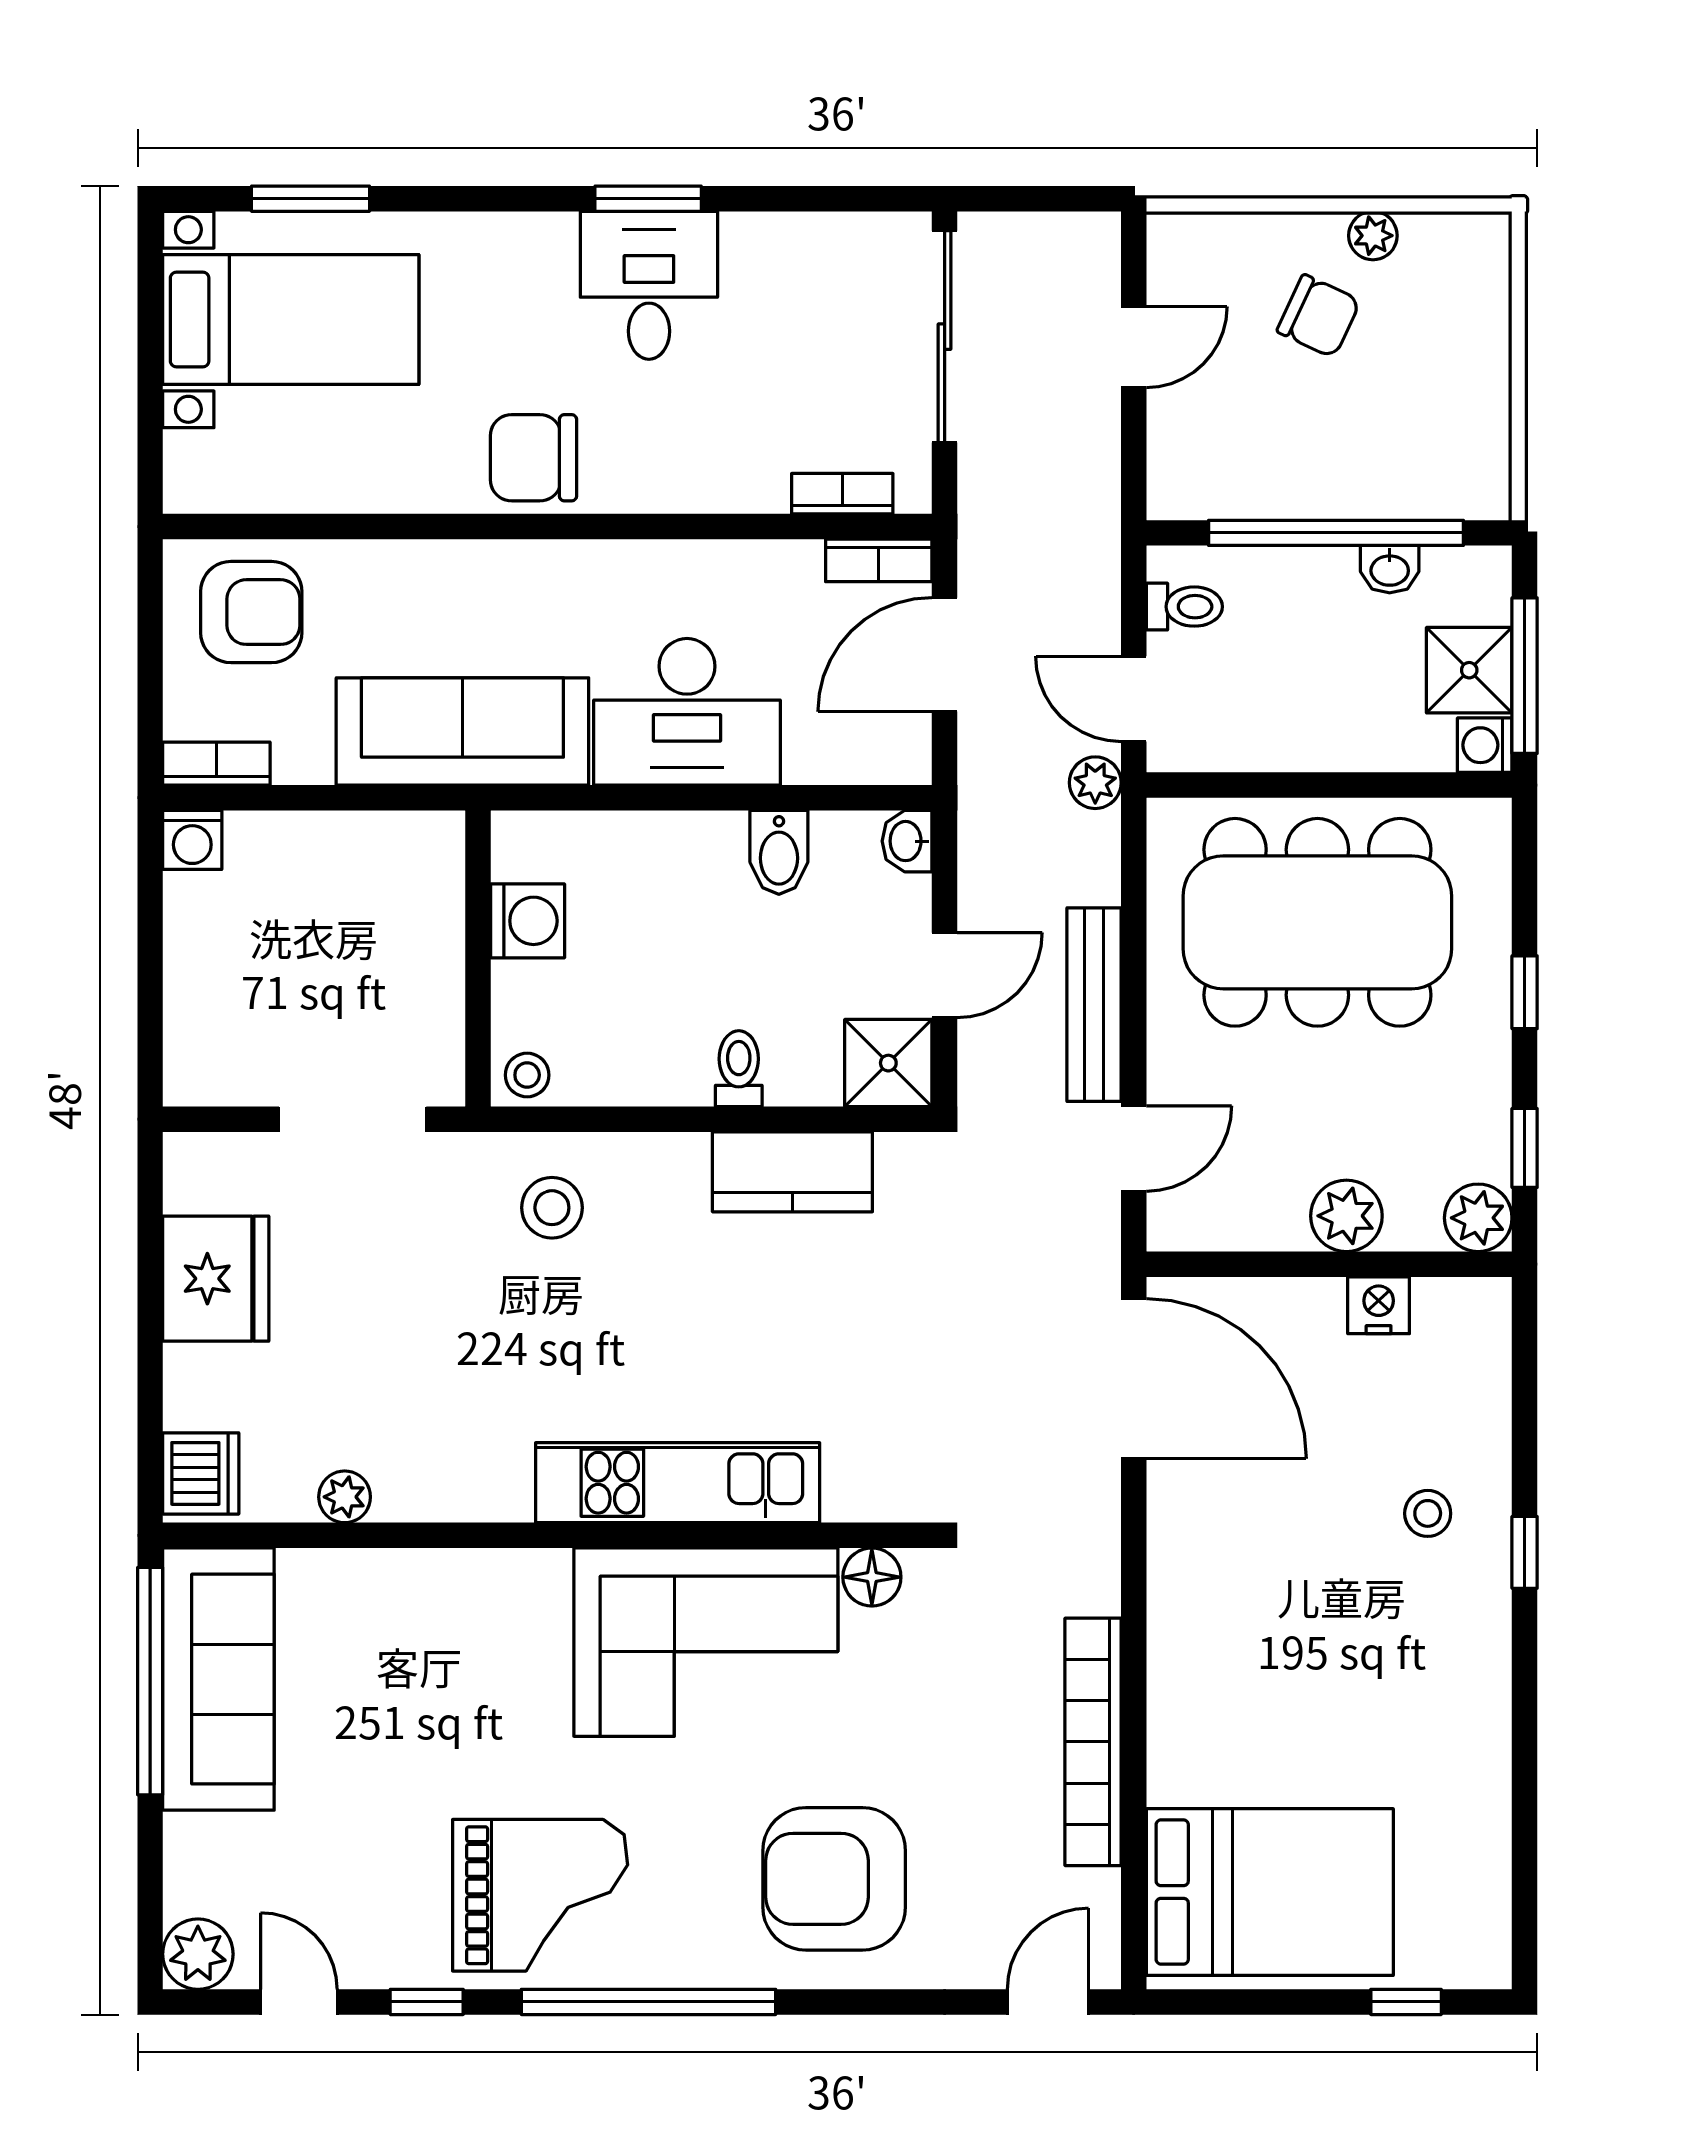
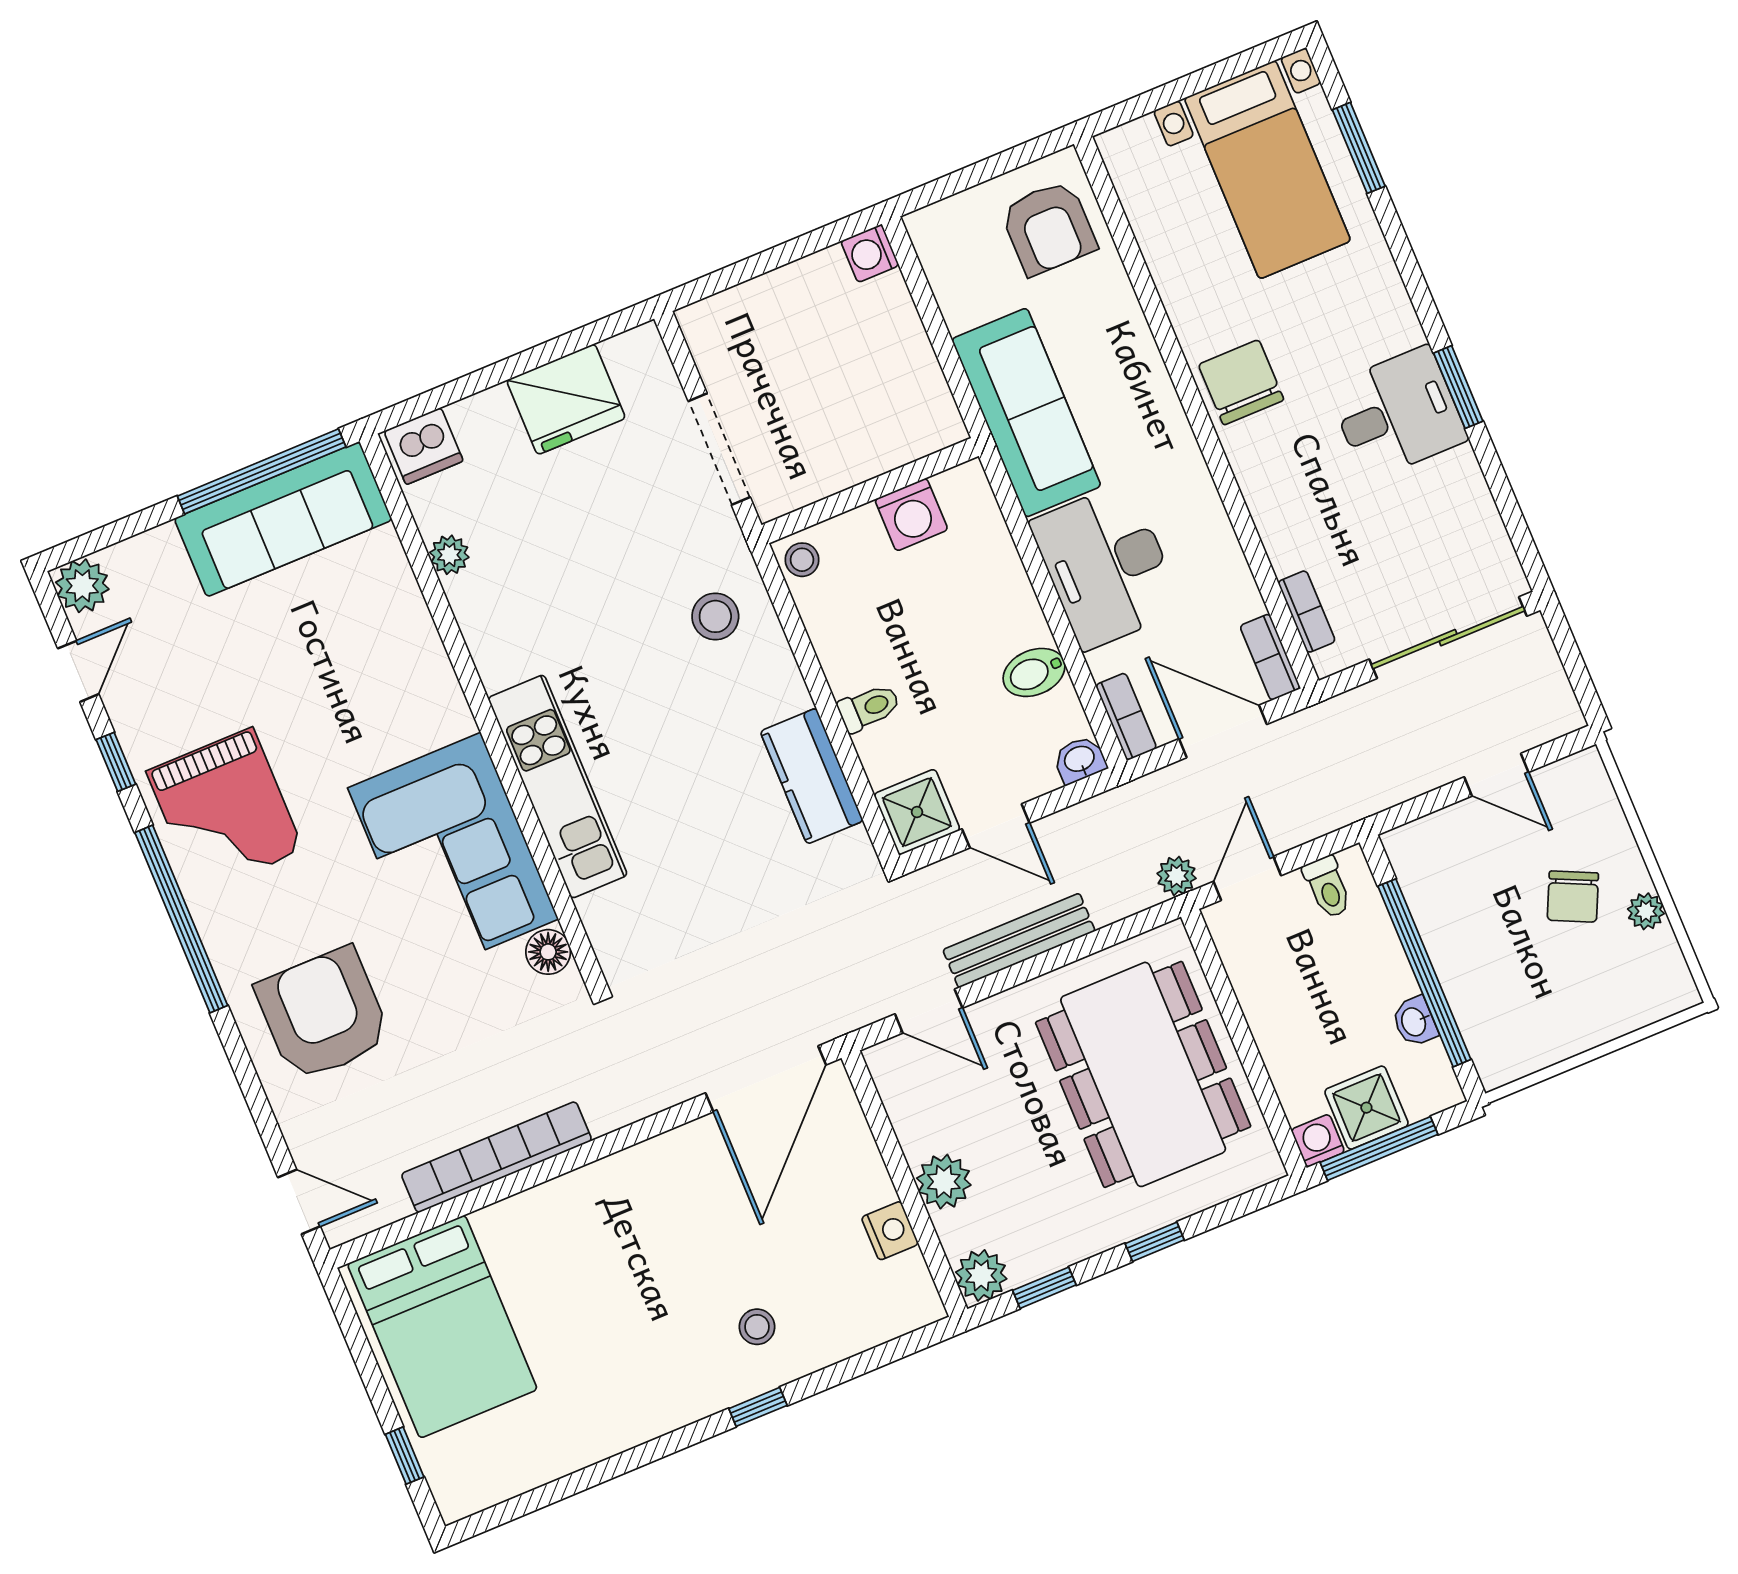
bookcase: (216, 764) -> (1126, 717), moved

